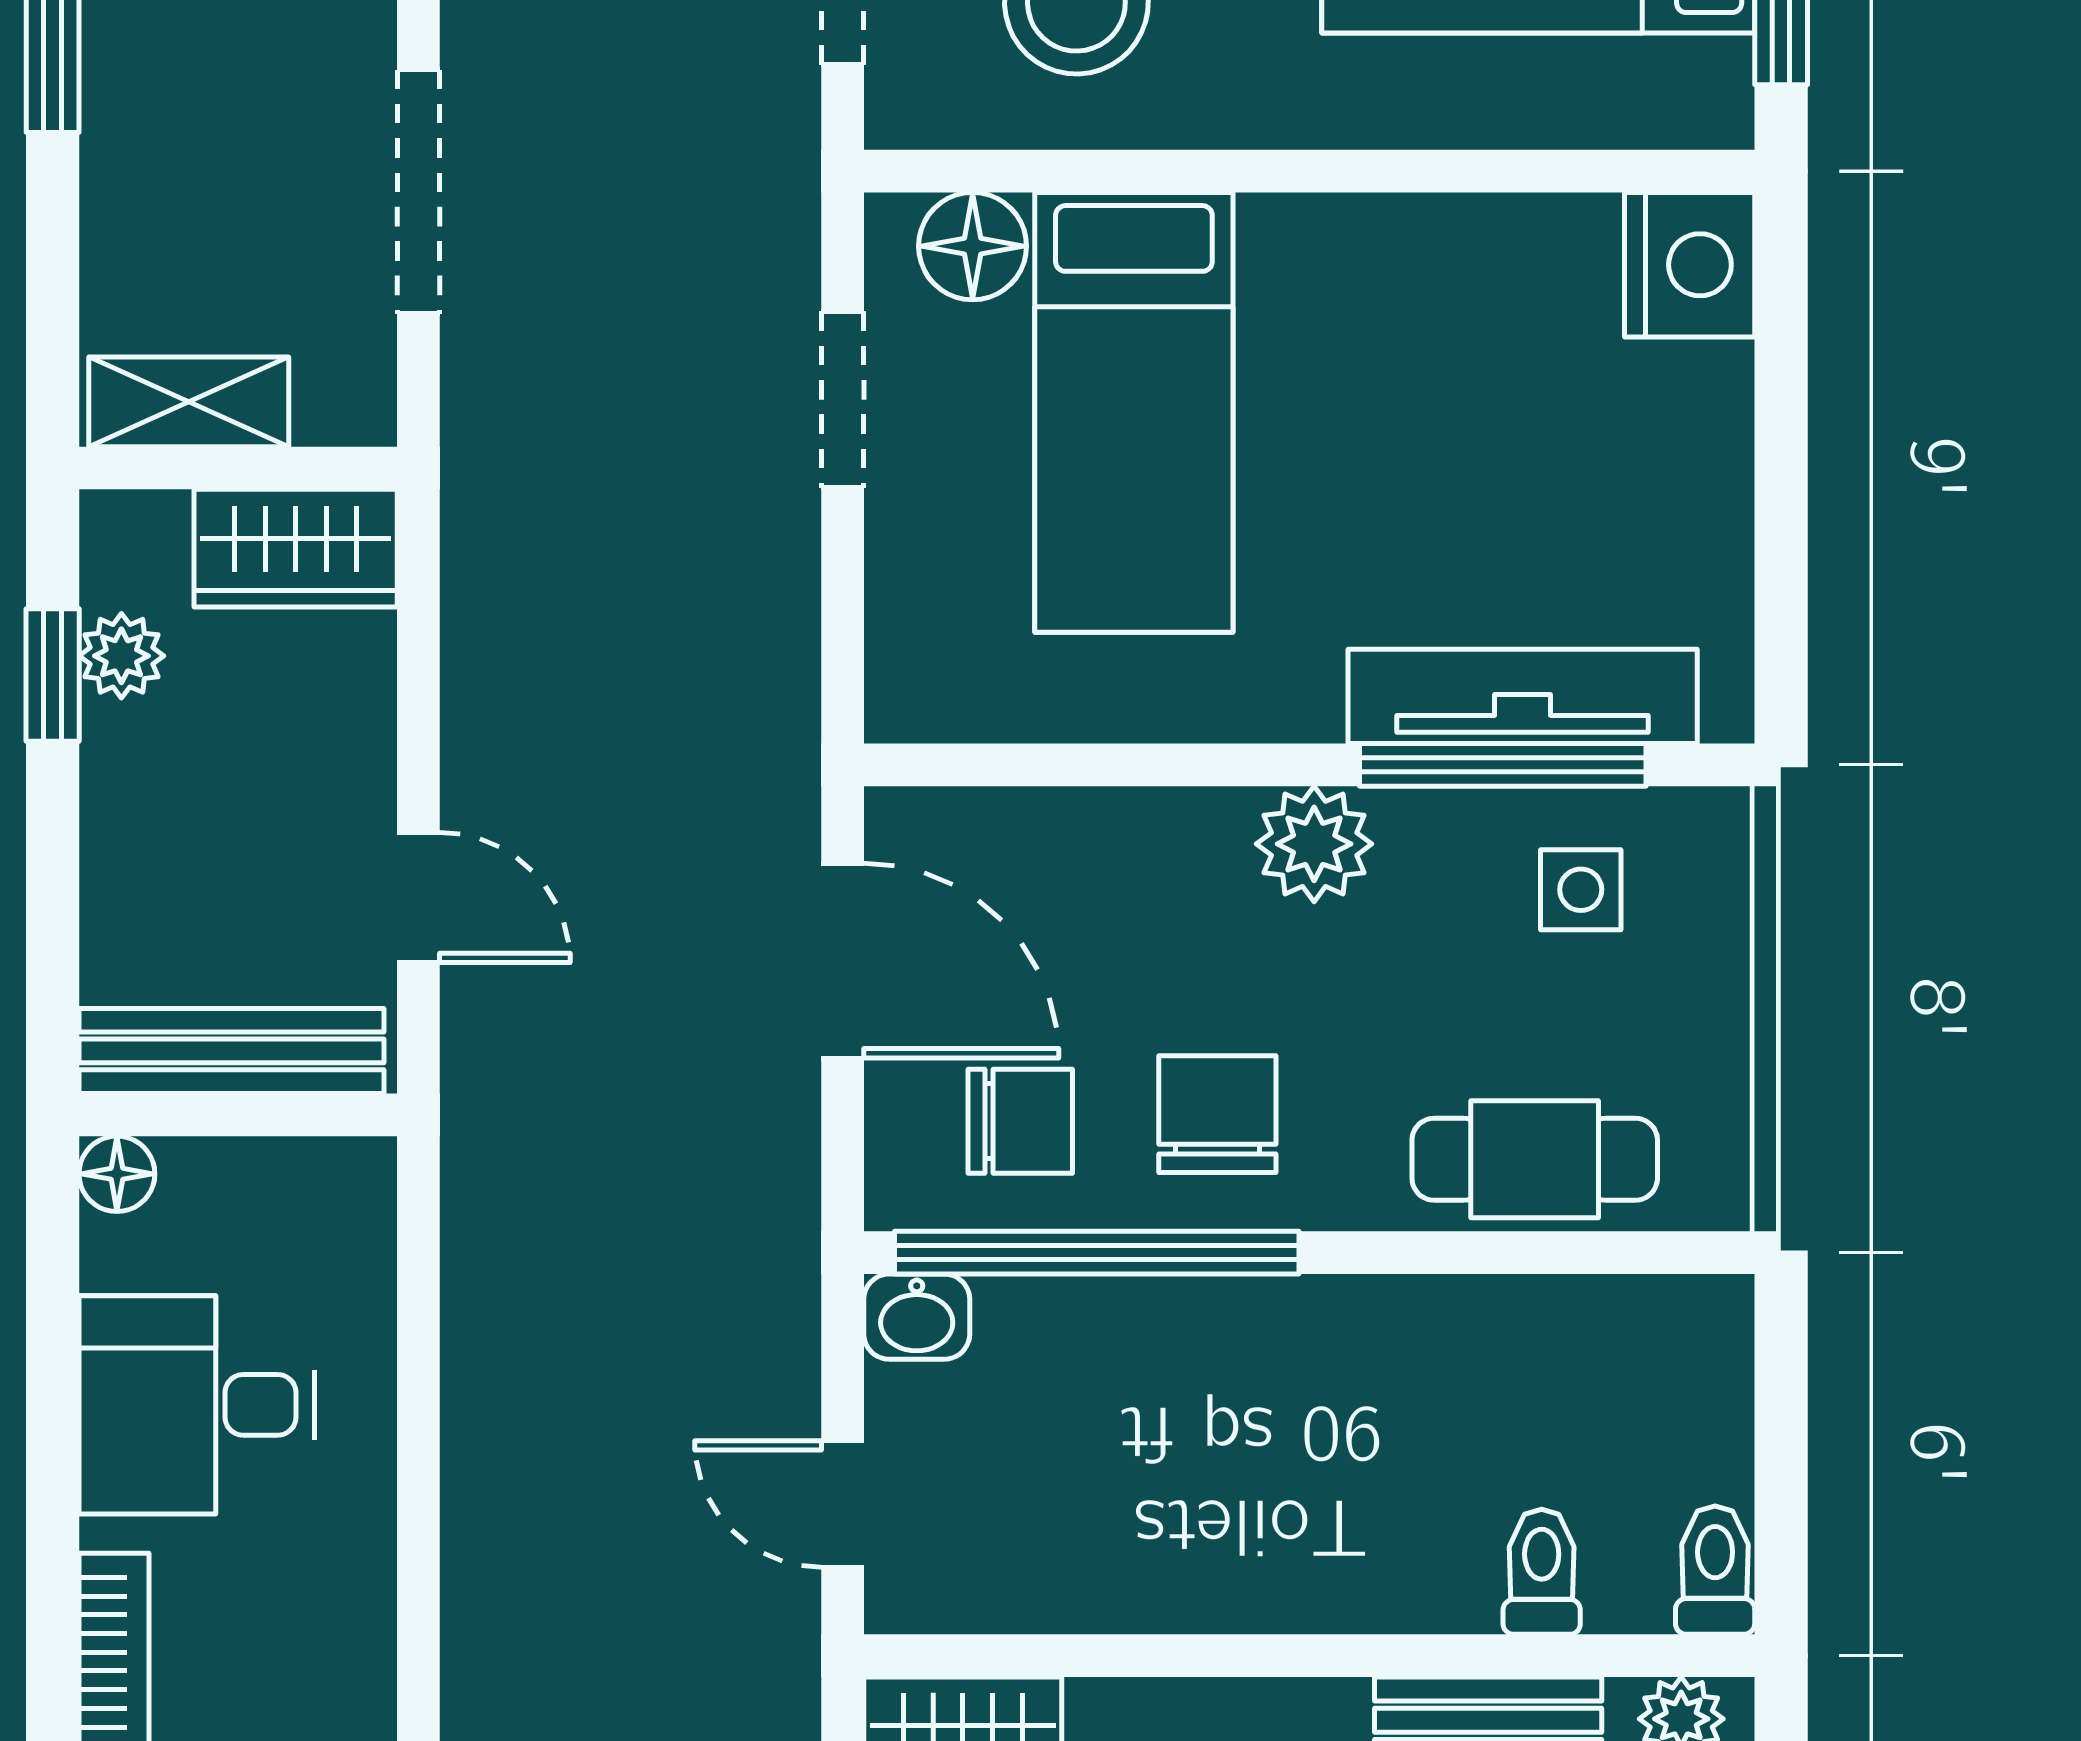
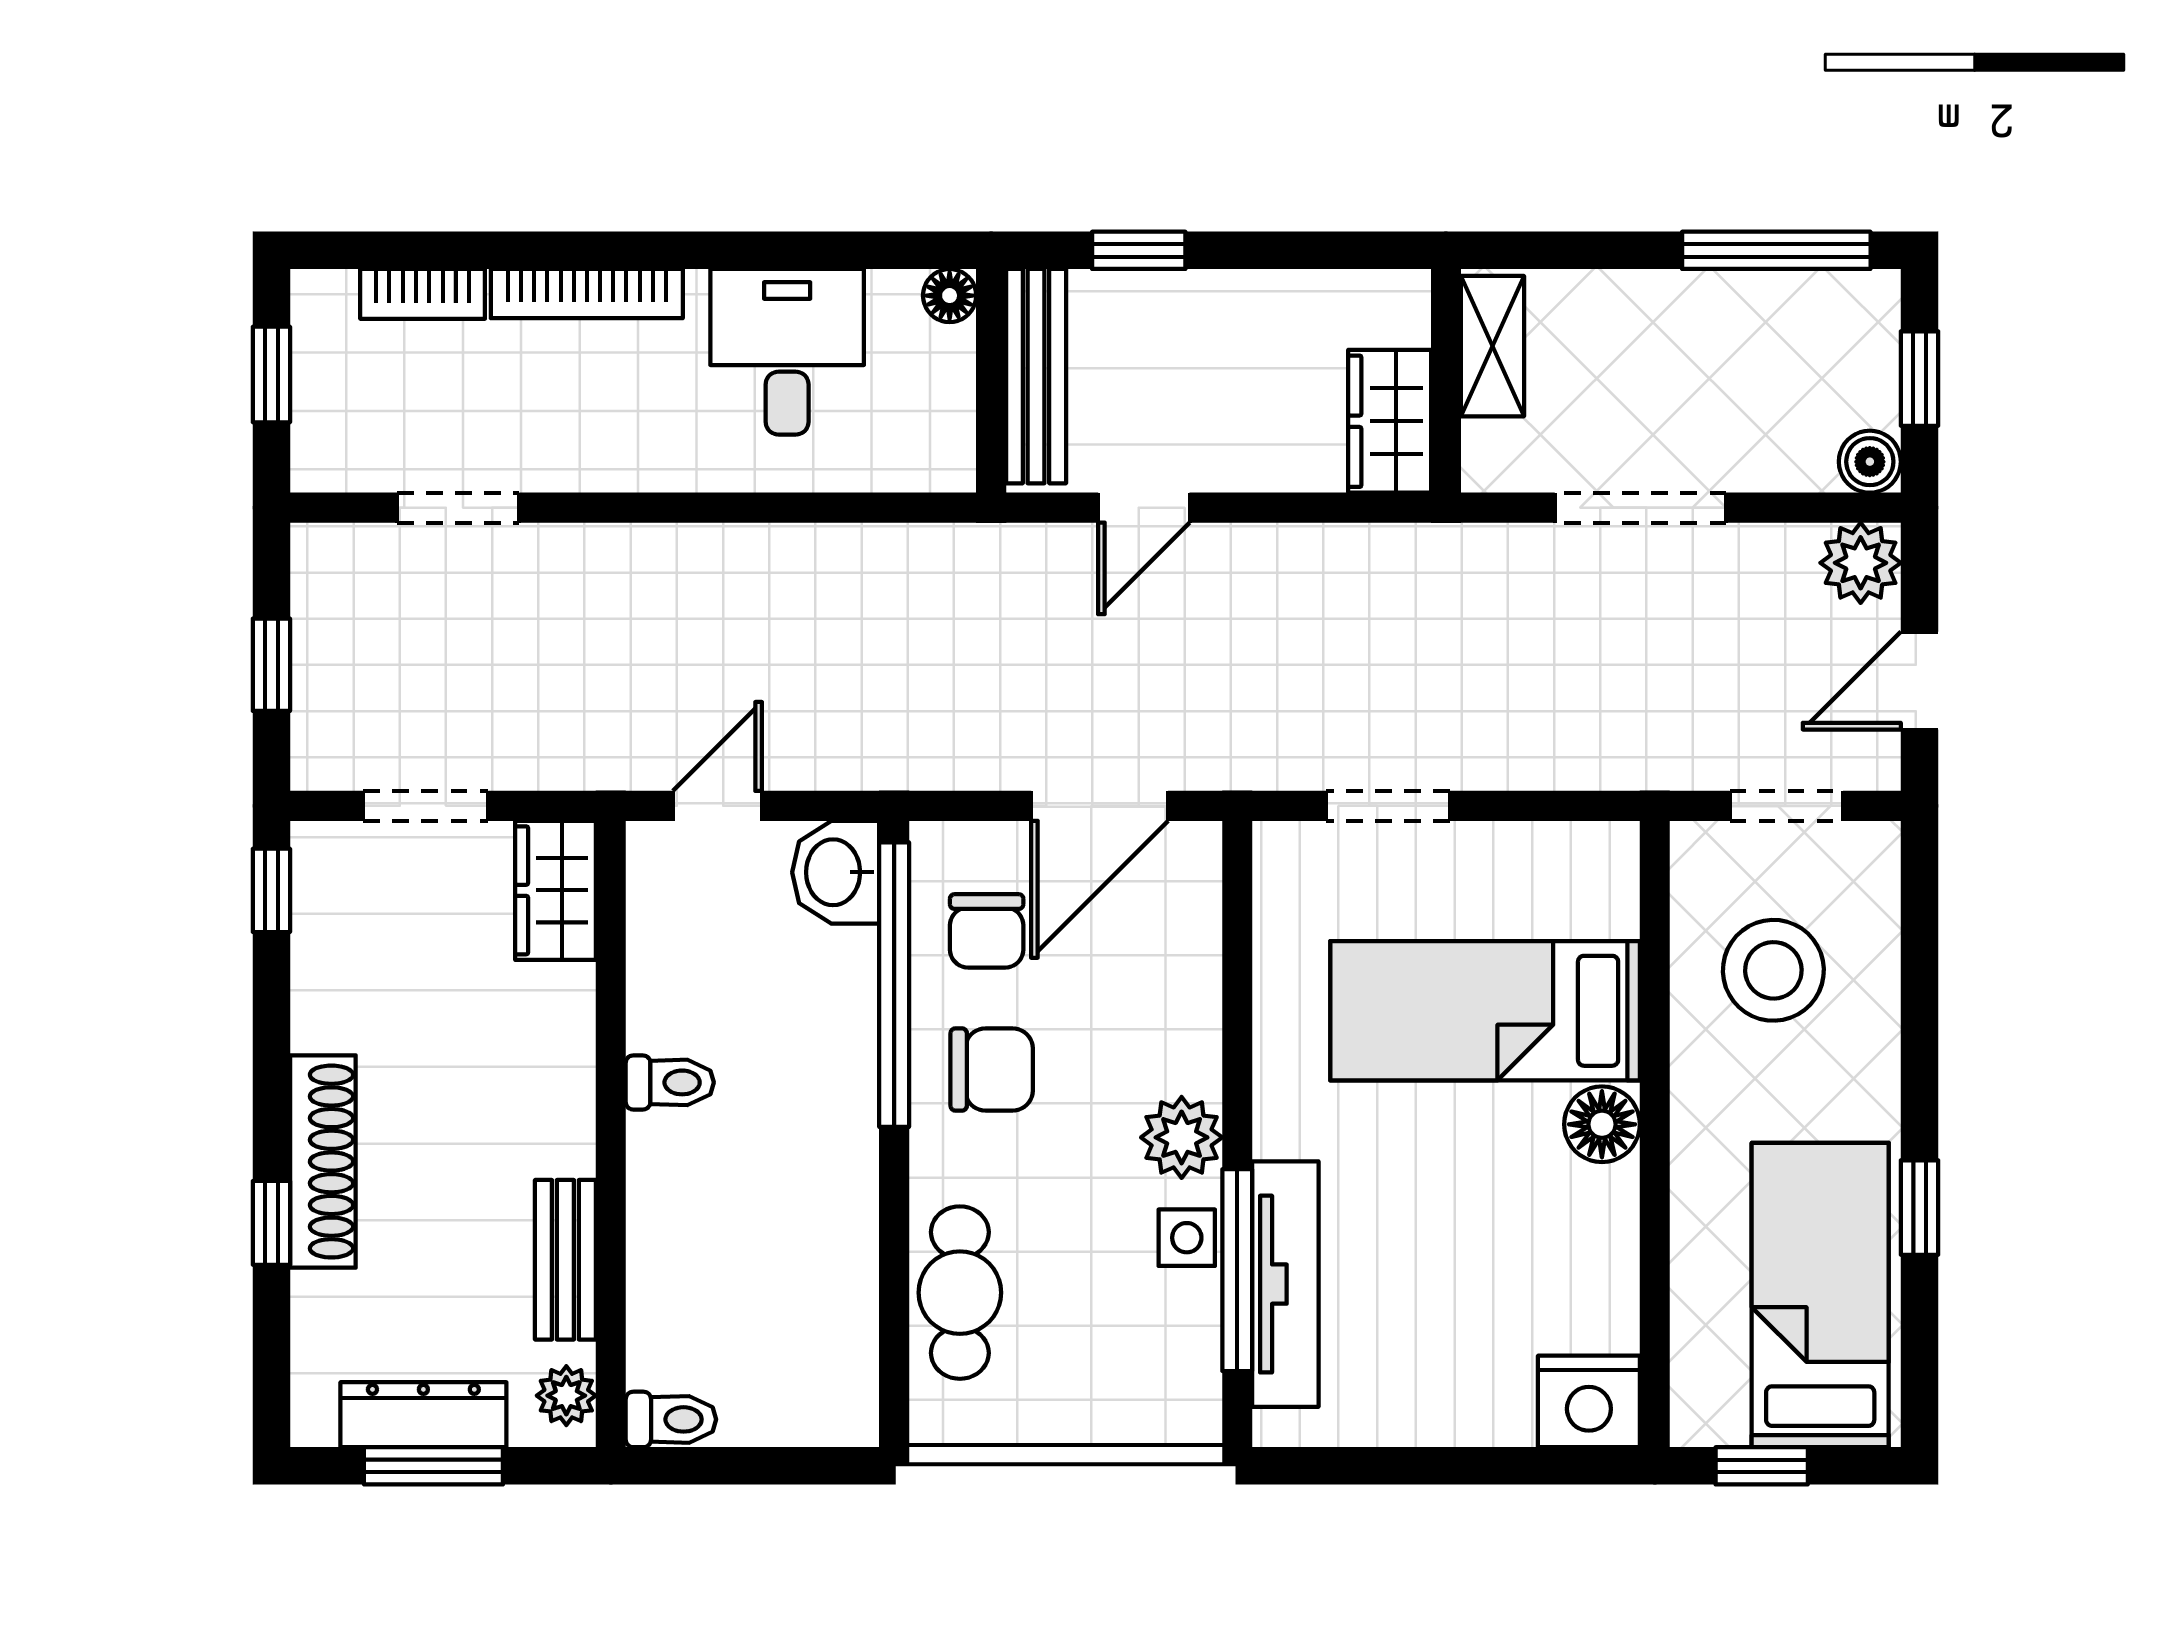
floor lamp: (973, 246) -> (1602, 1124), moved
doorway: (843, 399) -> (1388, 806), moved
plant: (121, 656) -> (1314, 299), removed
window: (53, 675) -> (1139, 250), moved
side table: (1581, 890) -> (1187, 1238), moved
washbasin: (917, 1317) -> (836, 872), width x1.38, depth x1.45
toilet: (1542, 1572) -> (670, 1082), moved

